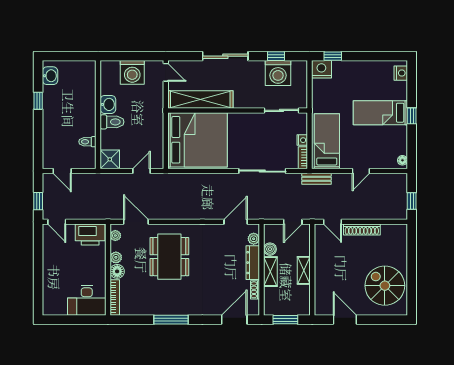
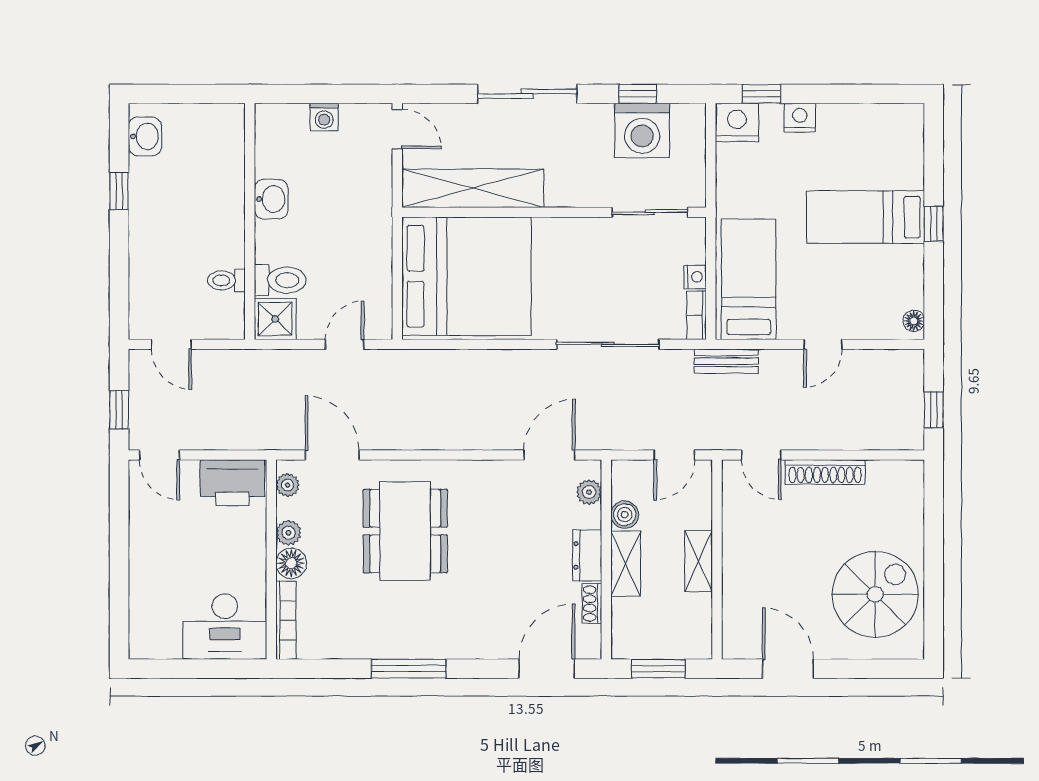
washing machine: (132, 72) -> (324, 117), width x0.53, depth x0.53
nightstand: (401, 73) -> (800, 118), moved, turned -90
toilet: (112, 122) -> (280, 280), moved
dresser: (253, 263) -> (587, 555), width x0.70
spiral stairs: (385, 286) -> (875, 594), turned 90

